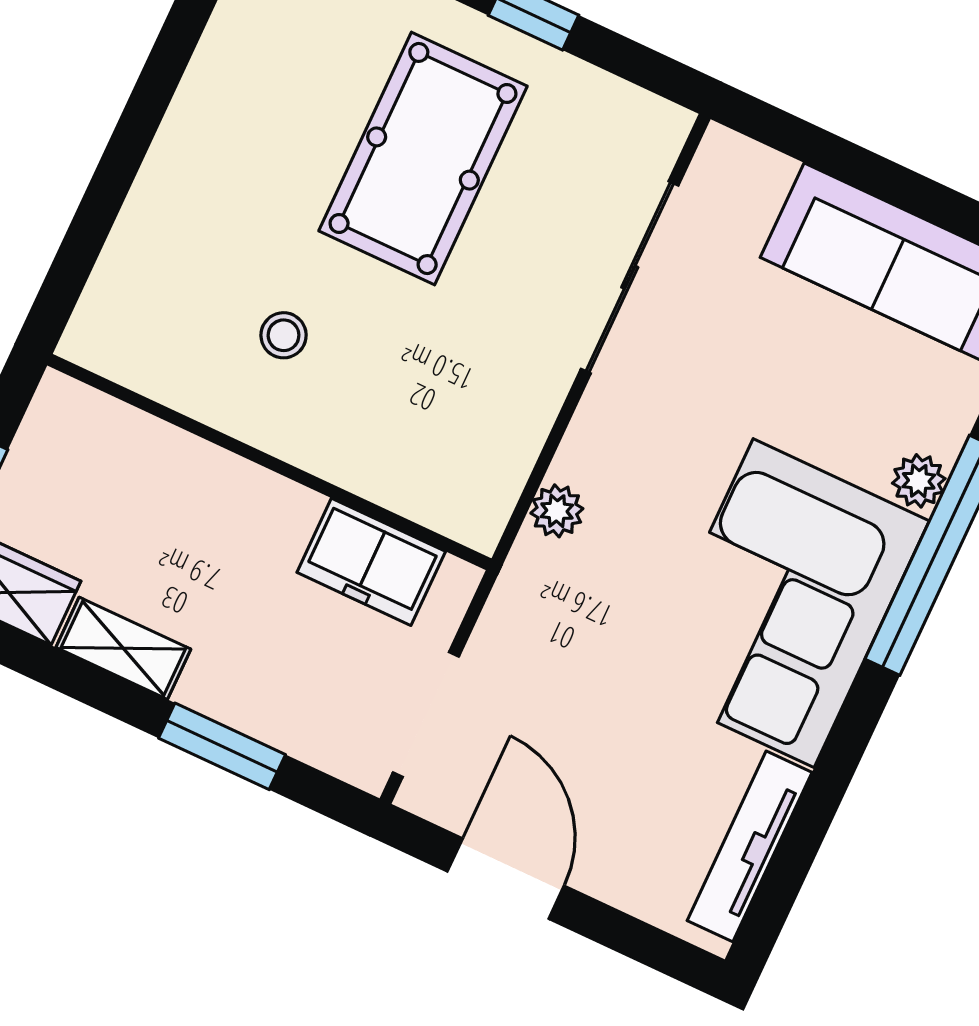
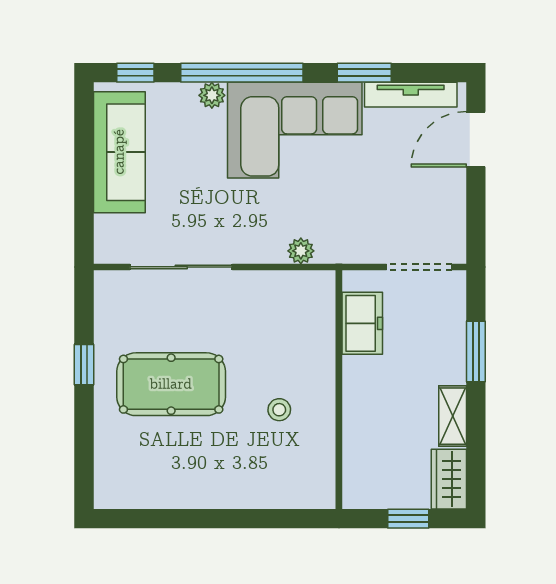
window: (830, 780) -> (364, 73), added
door: (506, 879) -> (476, 139), moved

